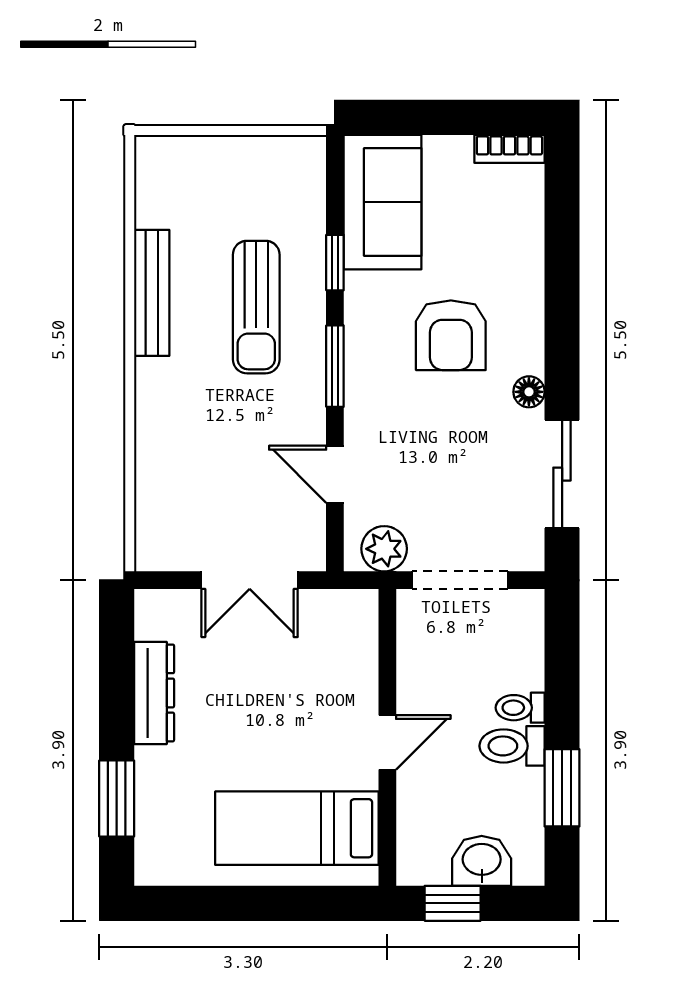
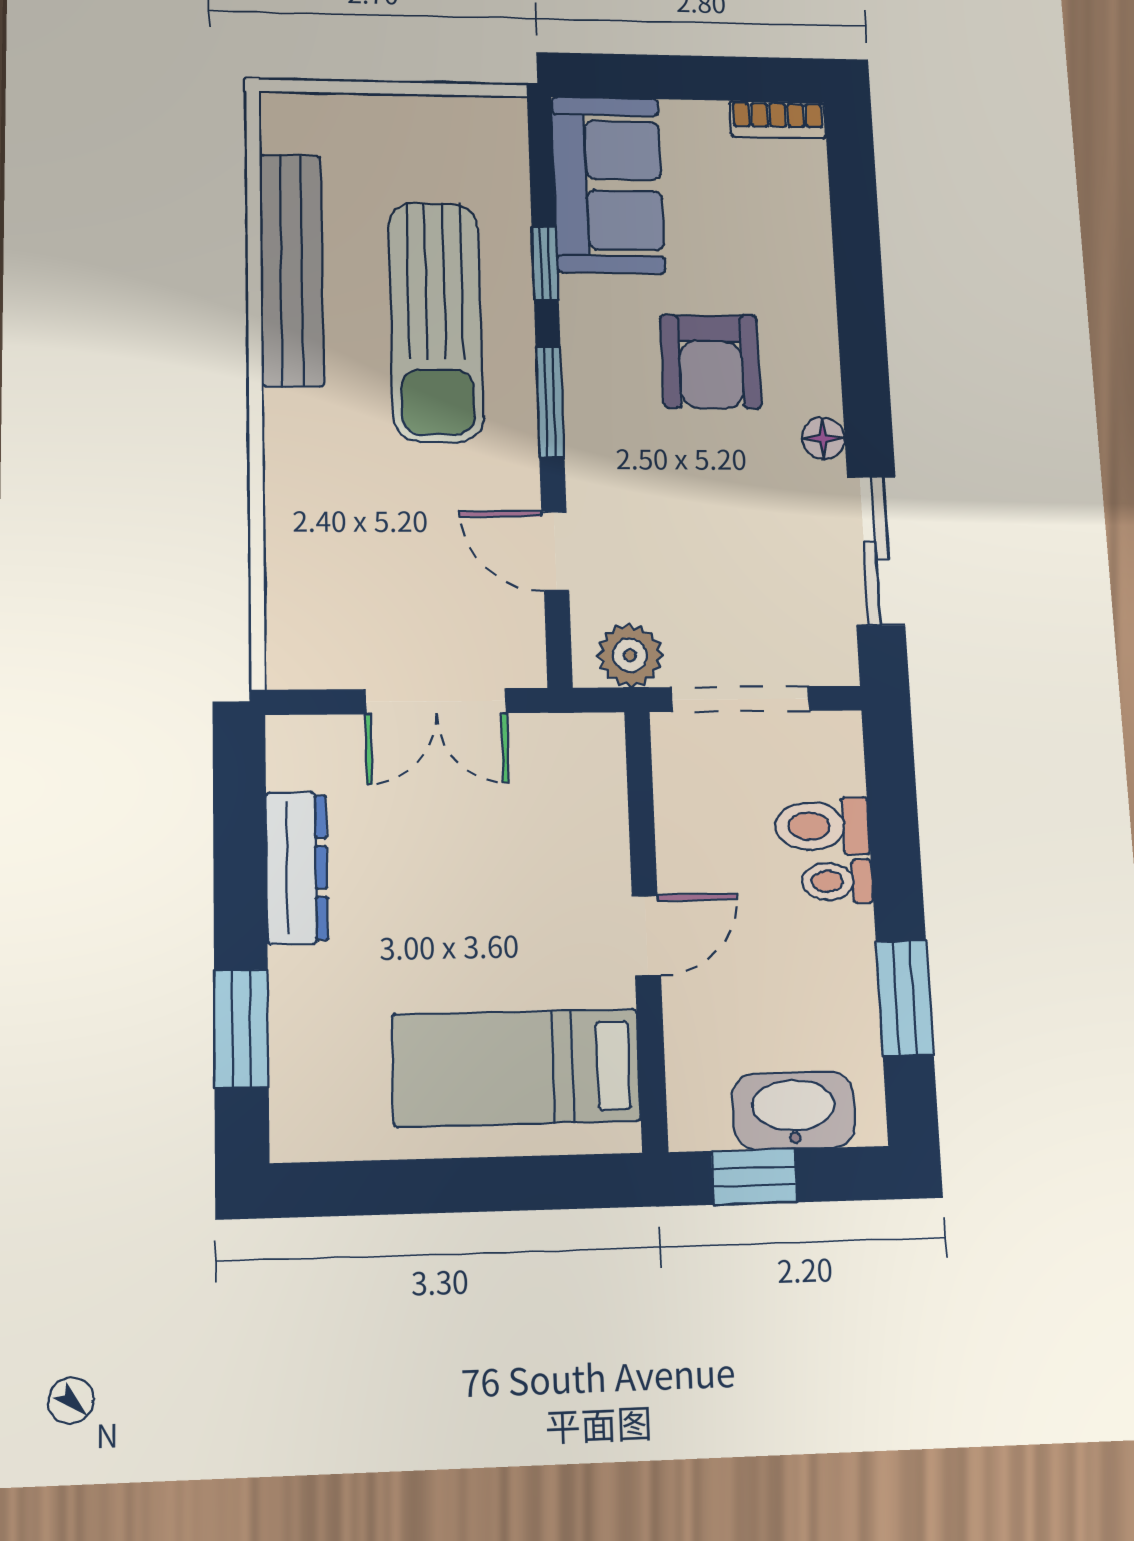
bench: (152, 293) -> (291, 270), width x1.37, depth x1.21
sun lounger: (256, 307) -> (436, 321), width x1.36, depth x1.34
toilet: (512, 746) -> (822, 826), moved
washbasin: (482, 861) -> (794, 1110), width x1.38

